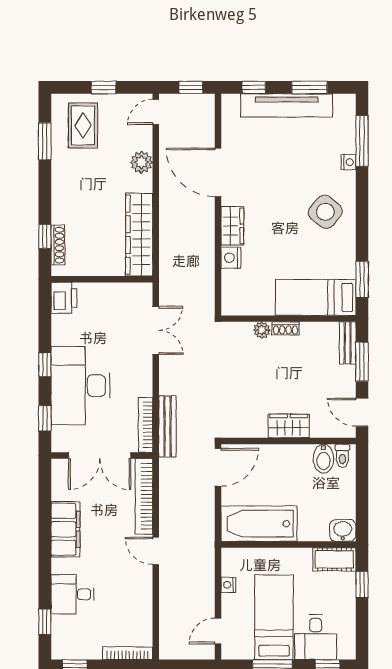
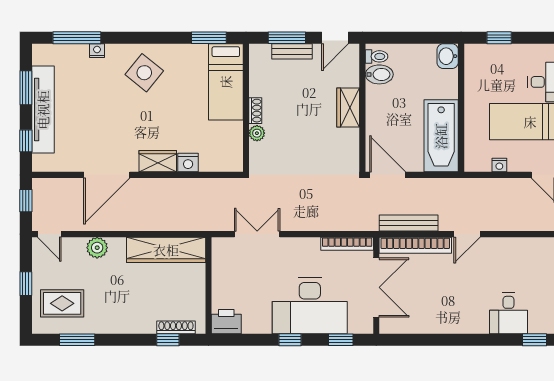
bench: (348, 343) -> (292, 51), moved
bench: (167, 426) -> (409, 223), moved
filing cabinet: (65, 529) -> (446, 320), removed
cot: (334, 559) -> (475, 64), removed

